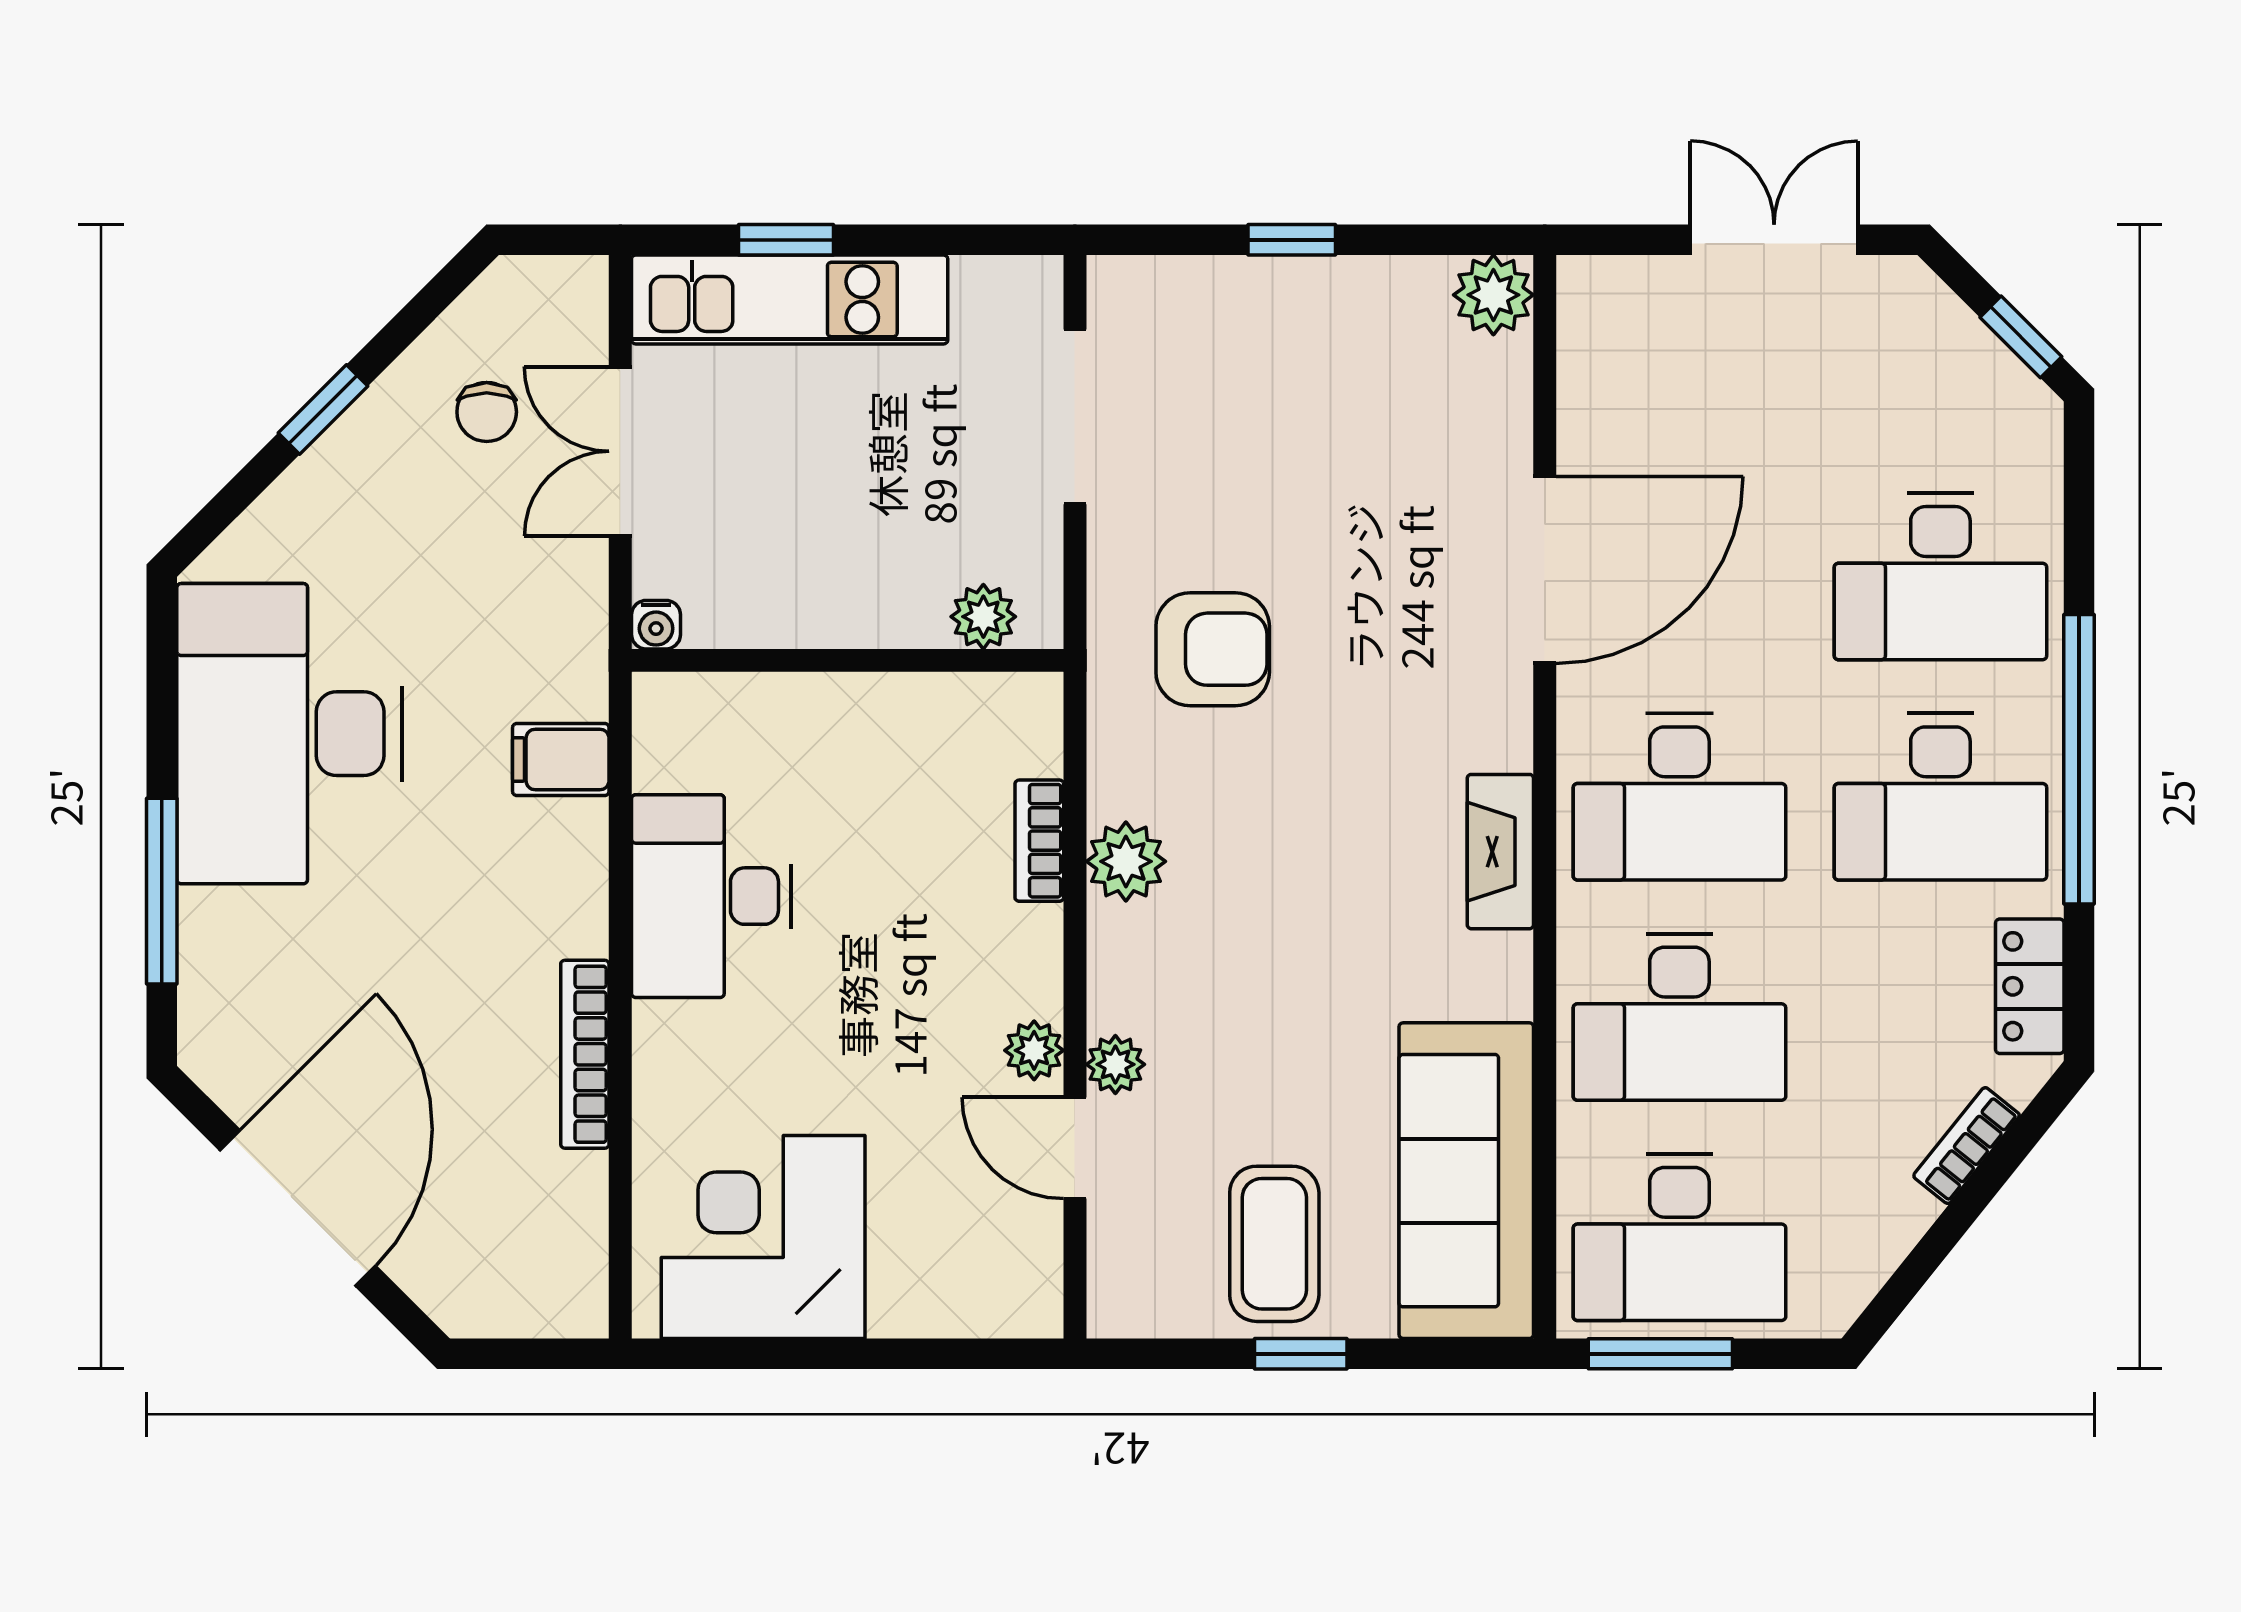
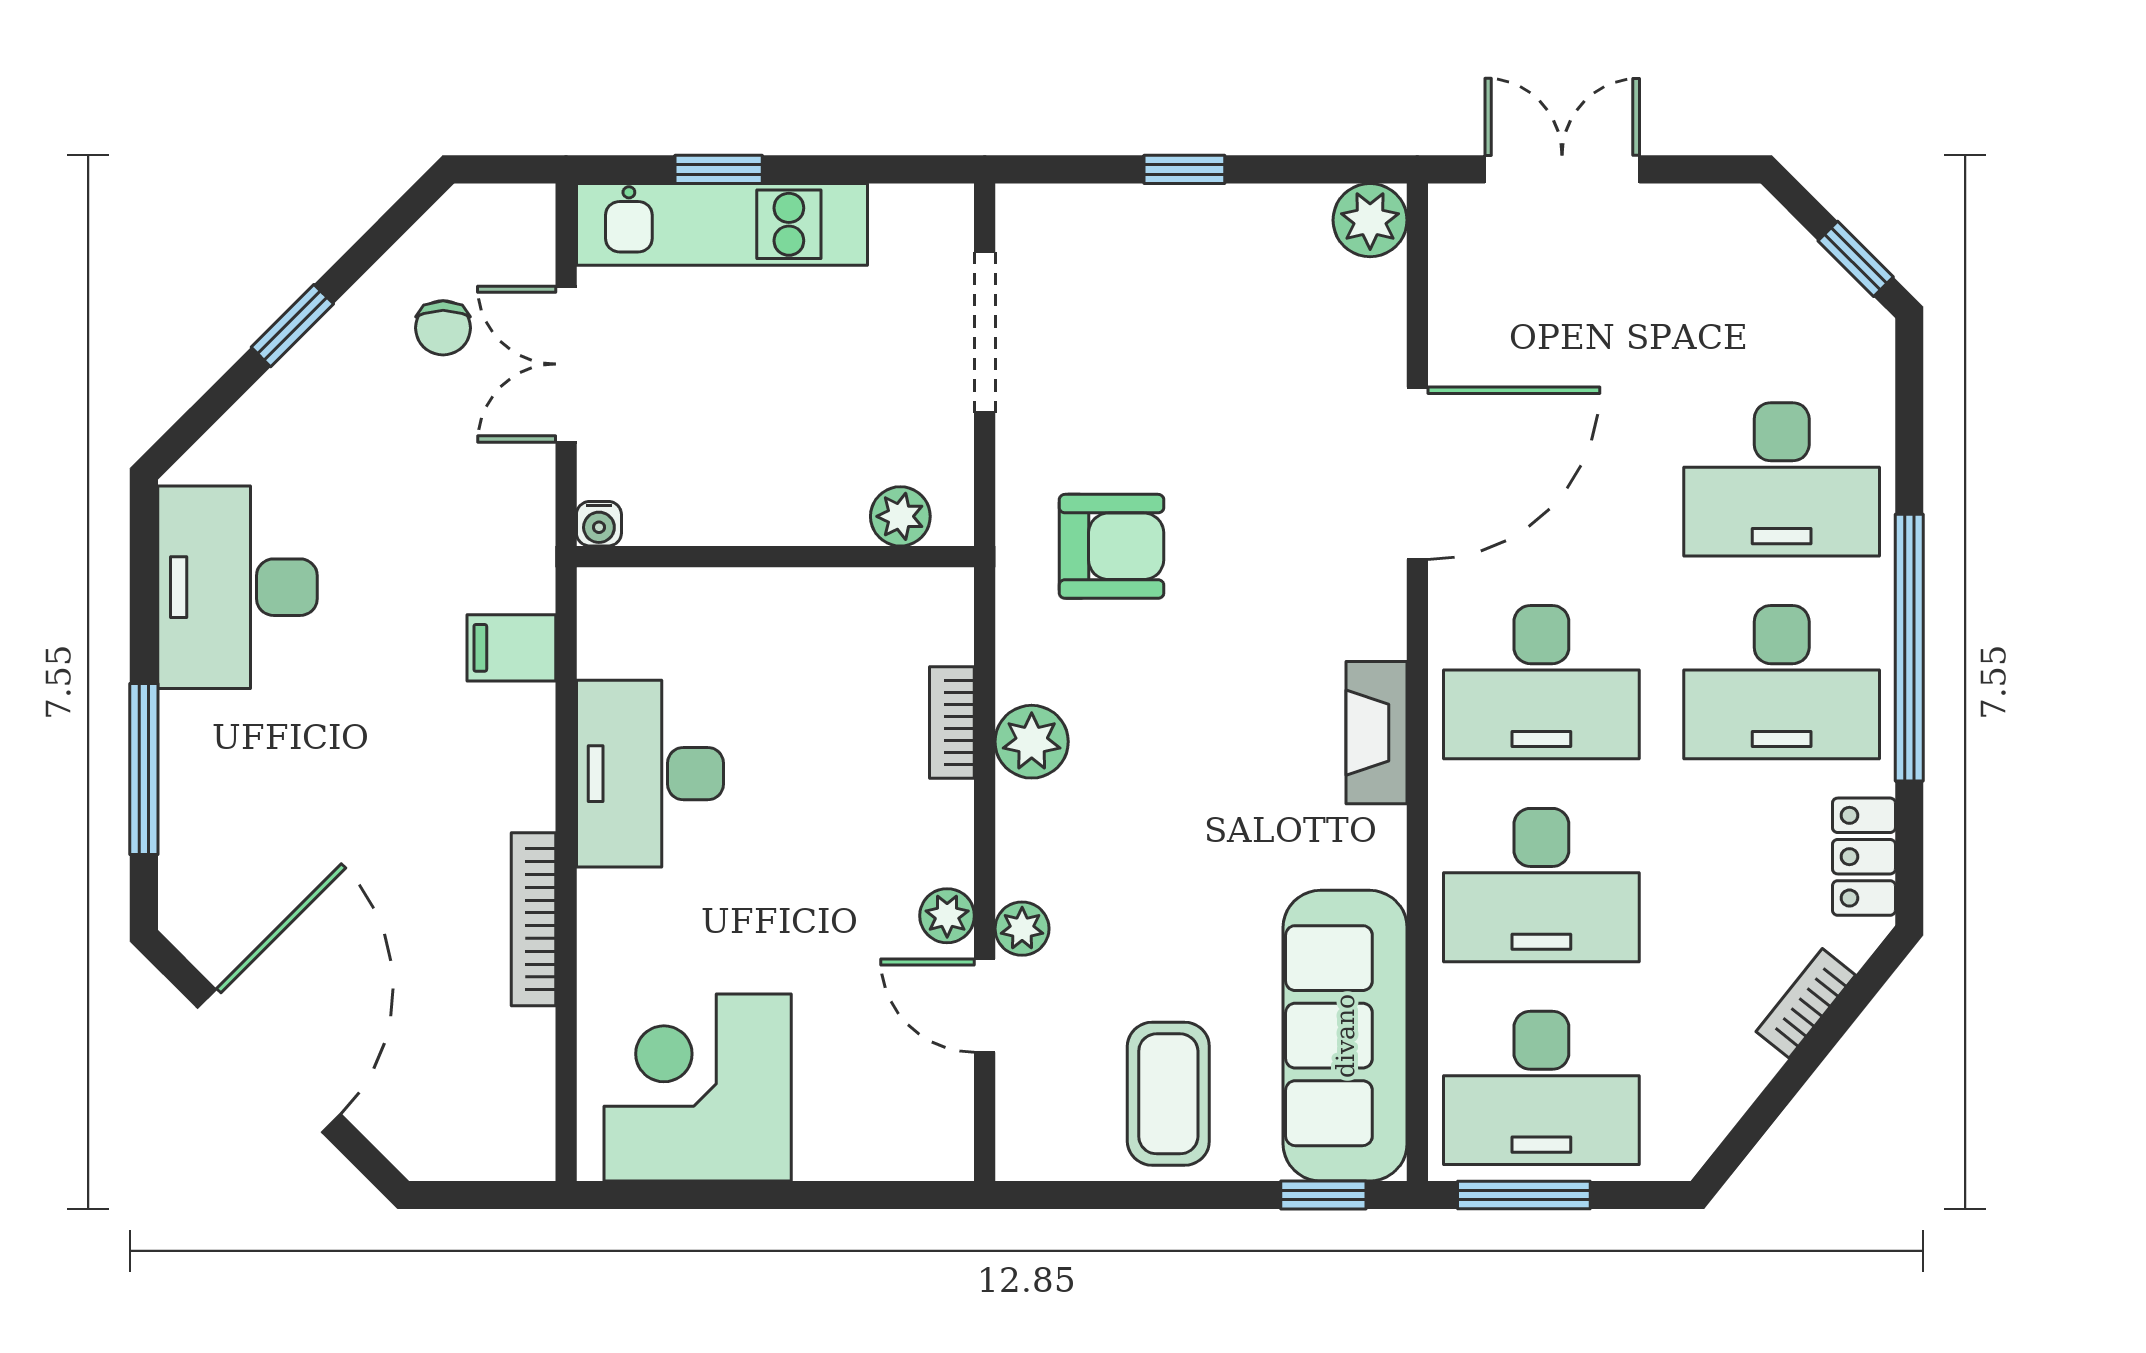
double door: (1774, 240) -> (1562, 169), moved
desk: (289, 734) -> (238, 587), width x0.73, depth x0.77
window: (1301, 1354) -> (1323, 1195), moved

